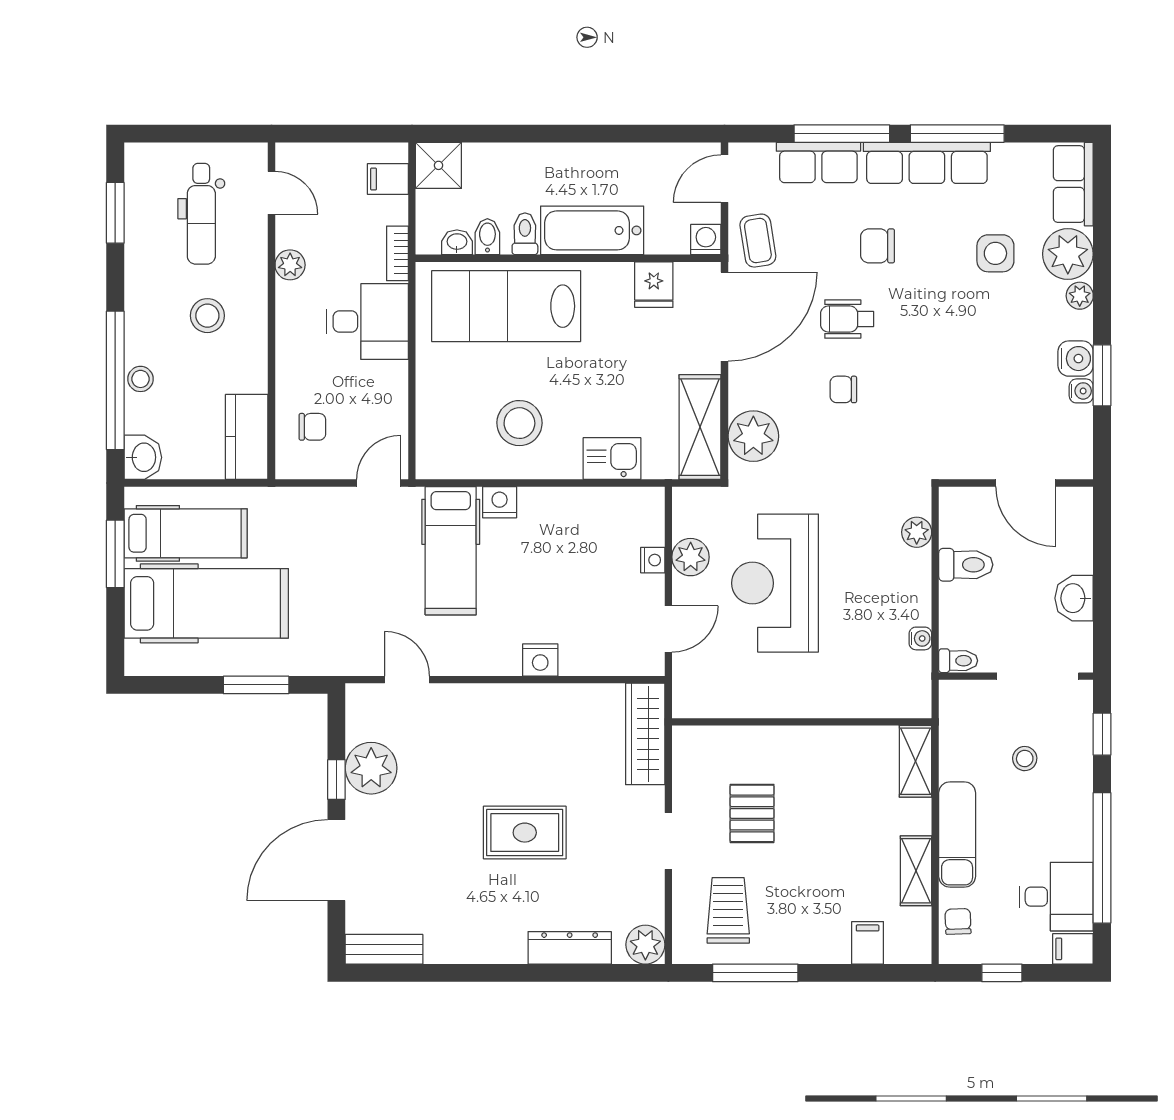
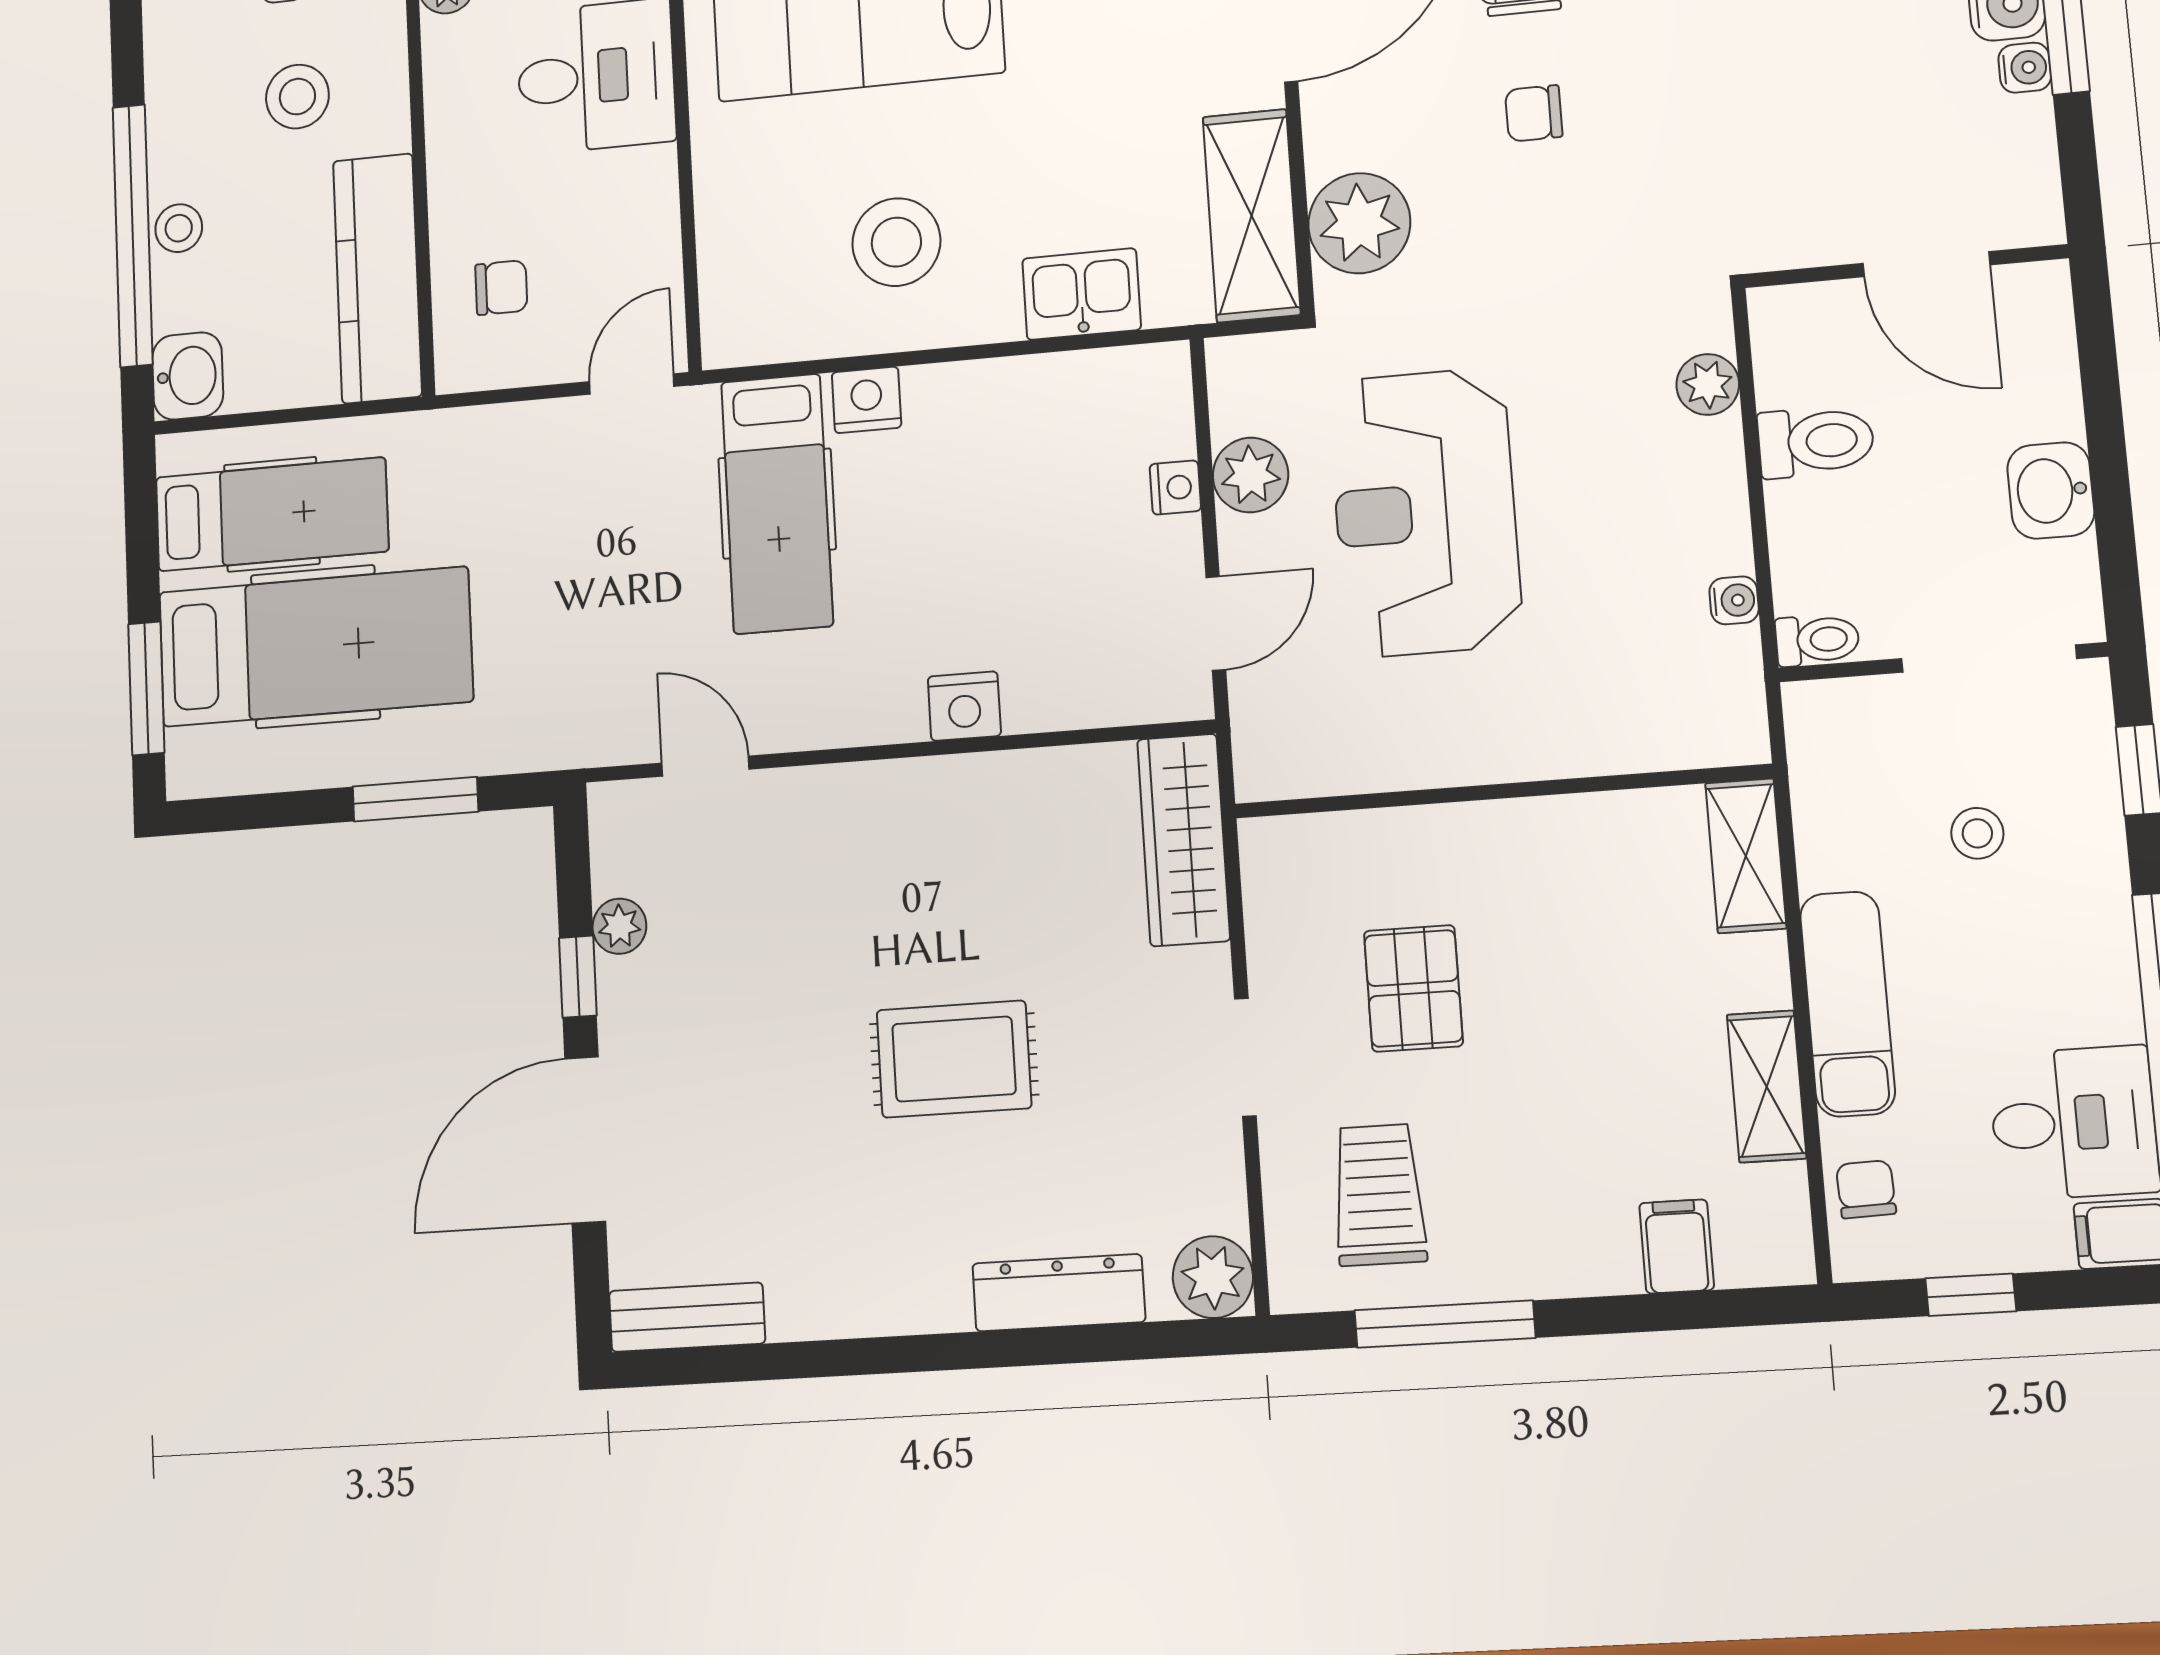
kitchen counter: (247, 437) -> (377, 278), width x1.50
window: (115, 554) -> (146, 688), moved
plant: (371, 768) -> (619, 926), width x0.53, depth x0.53

